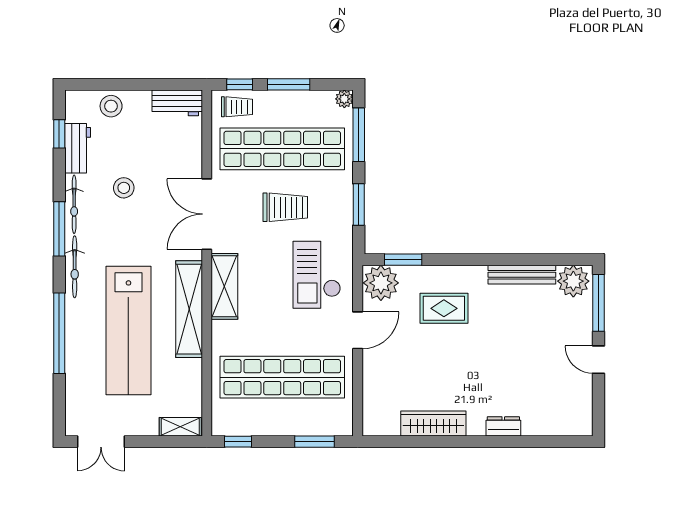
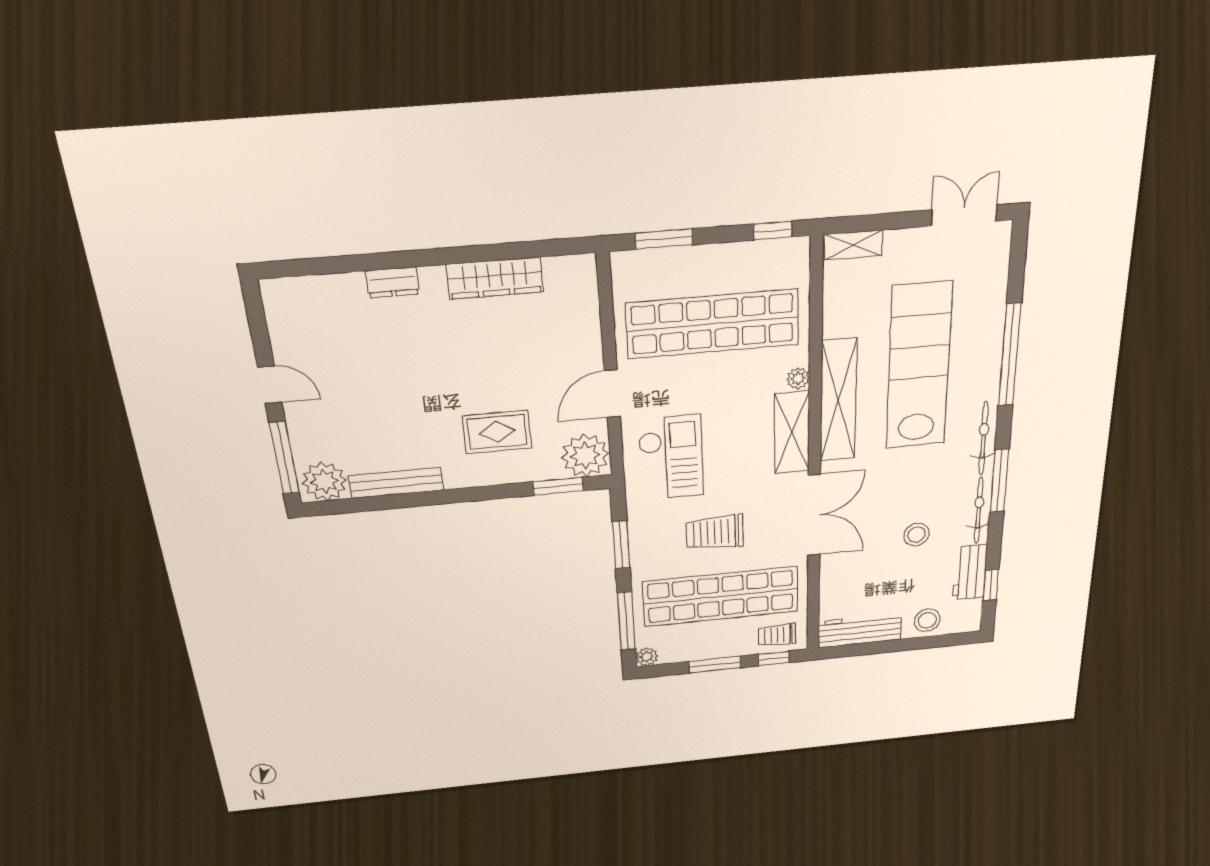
workbench: (177, 103) -> (860, 631), width x1.37
plant: (220, 330) -> (798, 378), added

